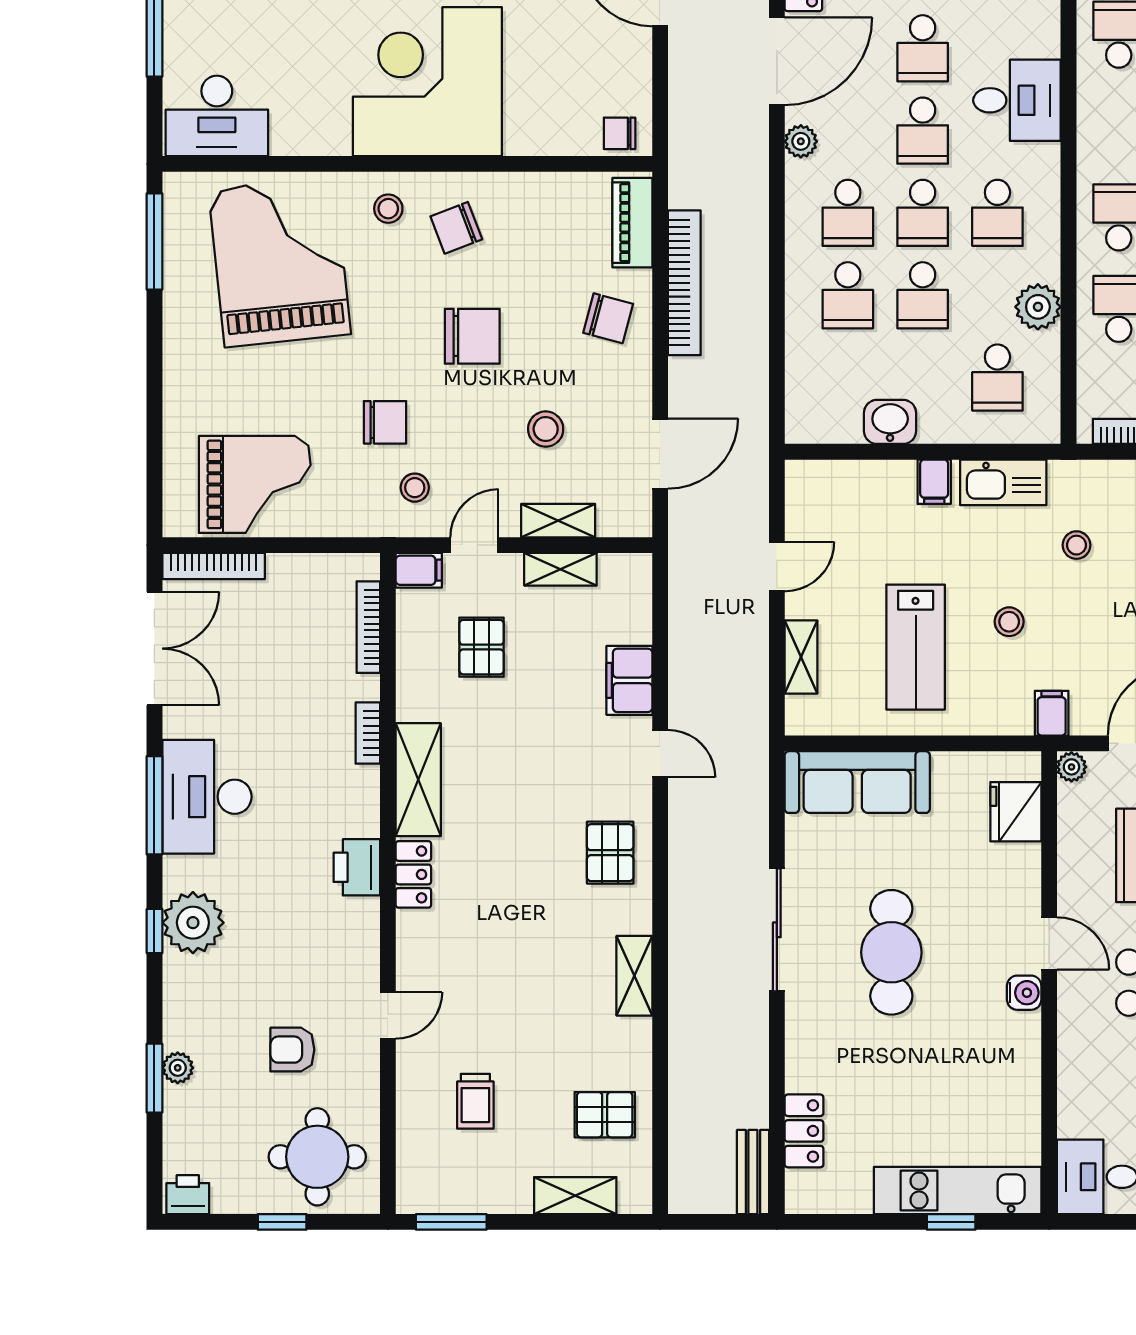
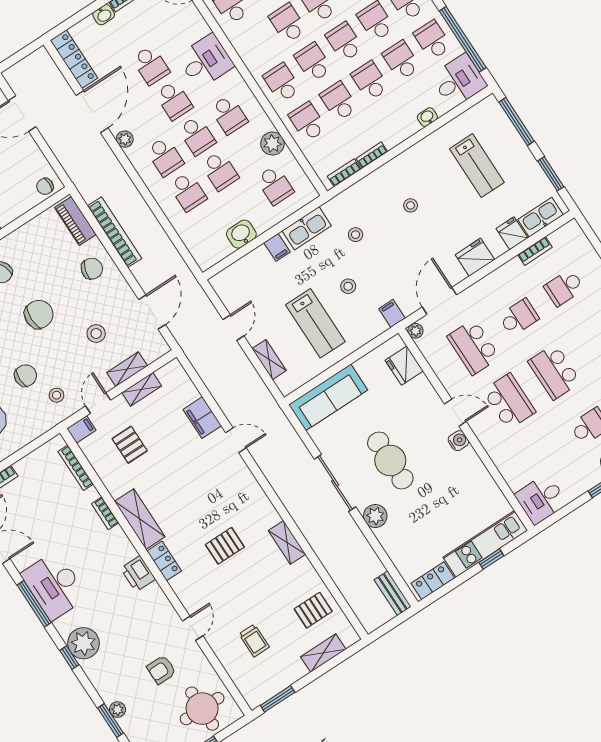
pallet: (610, 853) -> (225, 546), moved, turned 90
plant: (807, 1027) -> (375, 516), added
locker: (804, 1131) -> (433, 581), moved, turned -90

